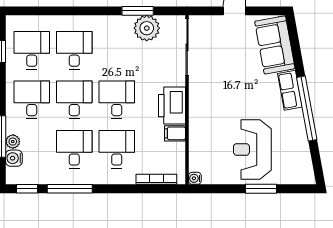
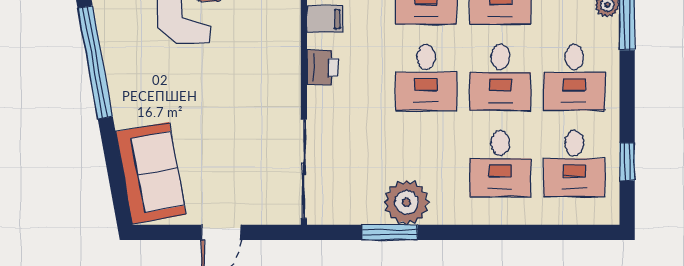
plant: (147, 28) -> (407, 202), moved
row of seats: (290, 90) -> (125, 94), removed
printer: (172, 106) -> (323, 67), width x0.53, depth x0.68

